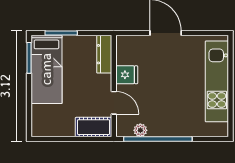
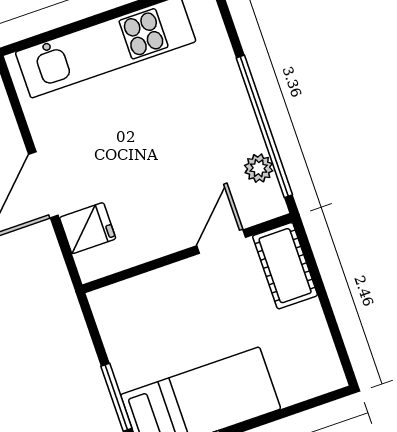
dresser: (104, 54) -> (129, 295), removed
fridge: (127, 75) -> (88, 228), moved, turned 90

